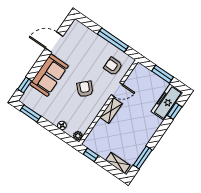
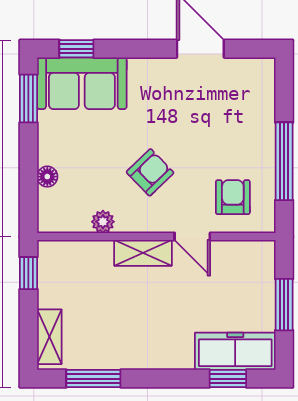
sofa: (49, 75) -> (82, 83), moved
plant: (78, 136) -> (103, 222), moved

